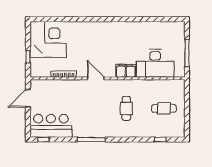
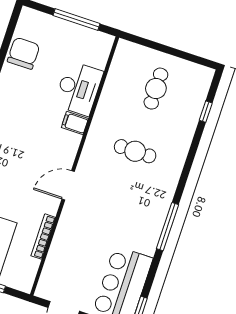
chair: (159, 31) -> (23, 53), added
desk: (155, 63) -> (79, 88), width x0.73, depth x0.77
filing cabinet: (126, 71) -> (75, 123), width x0.50

